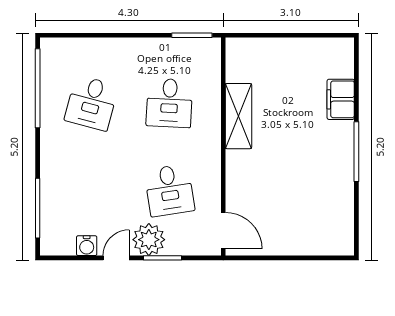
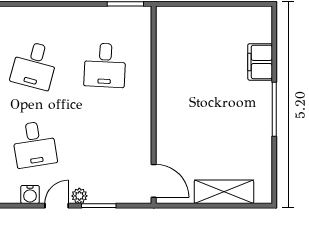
shelving: (238, 116) -> (224, 192), moved, turned 90
desk: (169, 190) -> (34, 144), moved
plant: (149, 240) -> (79, 196), width x0.53, depth x0.53

